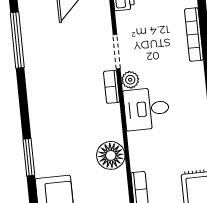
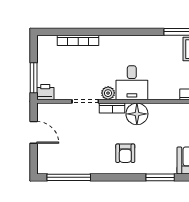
armchair: (55, 110) -> (125, 153), added
floor lamp: (111, 155) -> (137, 114), moved

